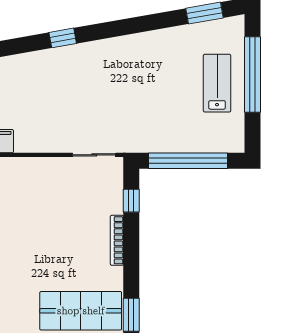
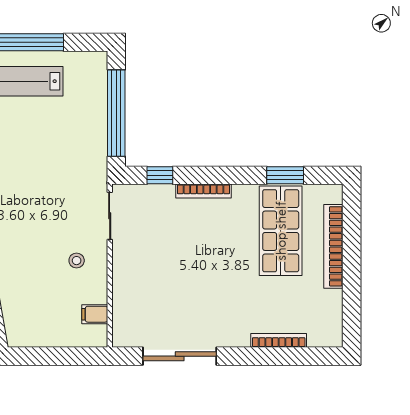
stool: (53, 125) -> (77, 261), added

